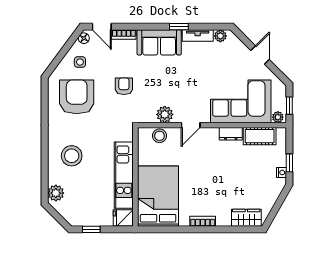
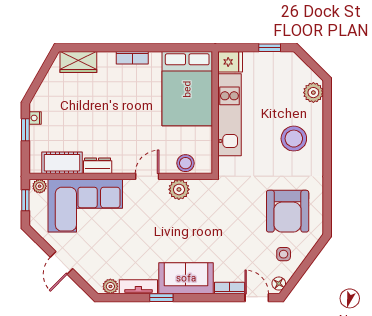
armchair: (124, 86) -> (229, 224), removed

